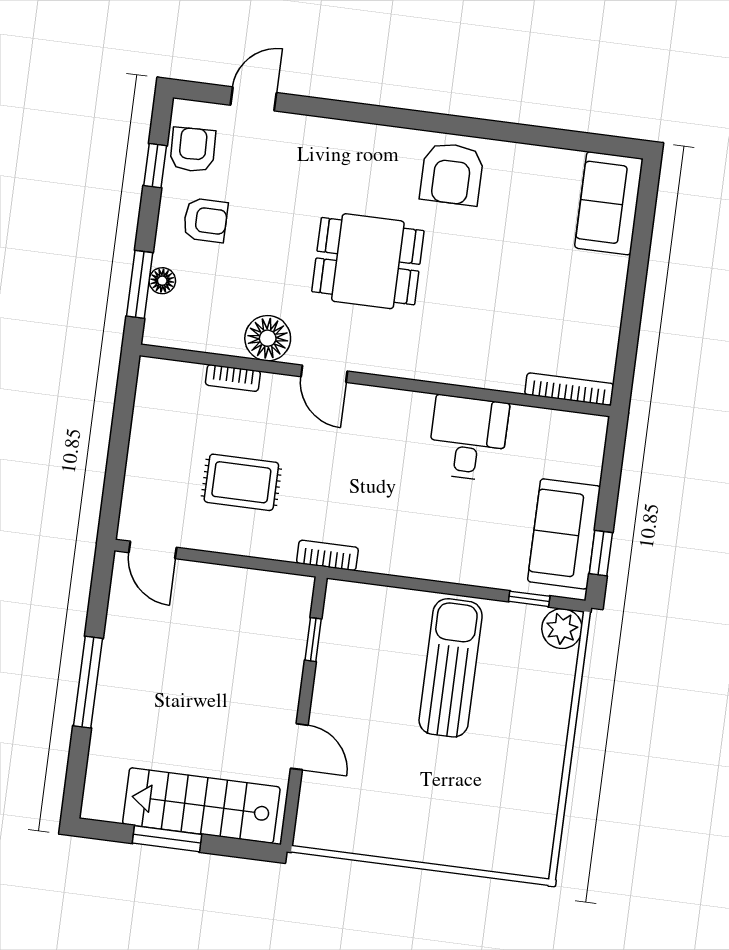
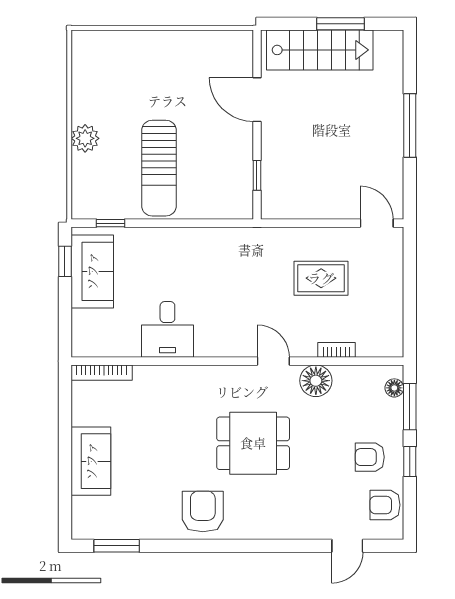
window: (580, 141) -> (117, 546), added
armchair: (193, 150) -> (385, 505), turned 92
window: (155, 166) -> (410, 462), moved
sofa: (609, 203) -> (91, 461), moved
floor lamp: (162, 281) -> (394, 388), moved
bookcase: (327, 555) -> (255, 235), removed
plant: (562, 629) -> (85, 138), moved
door: (299, 747) -> (257, 100), width x1.38

